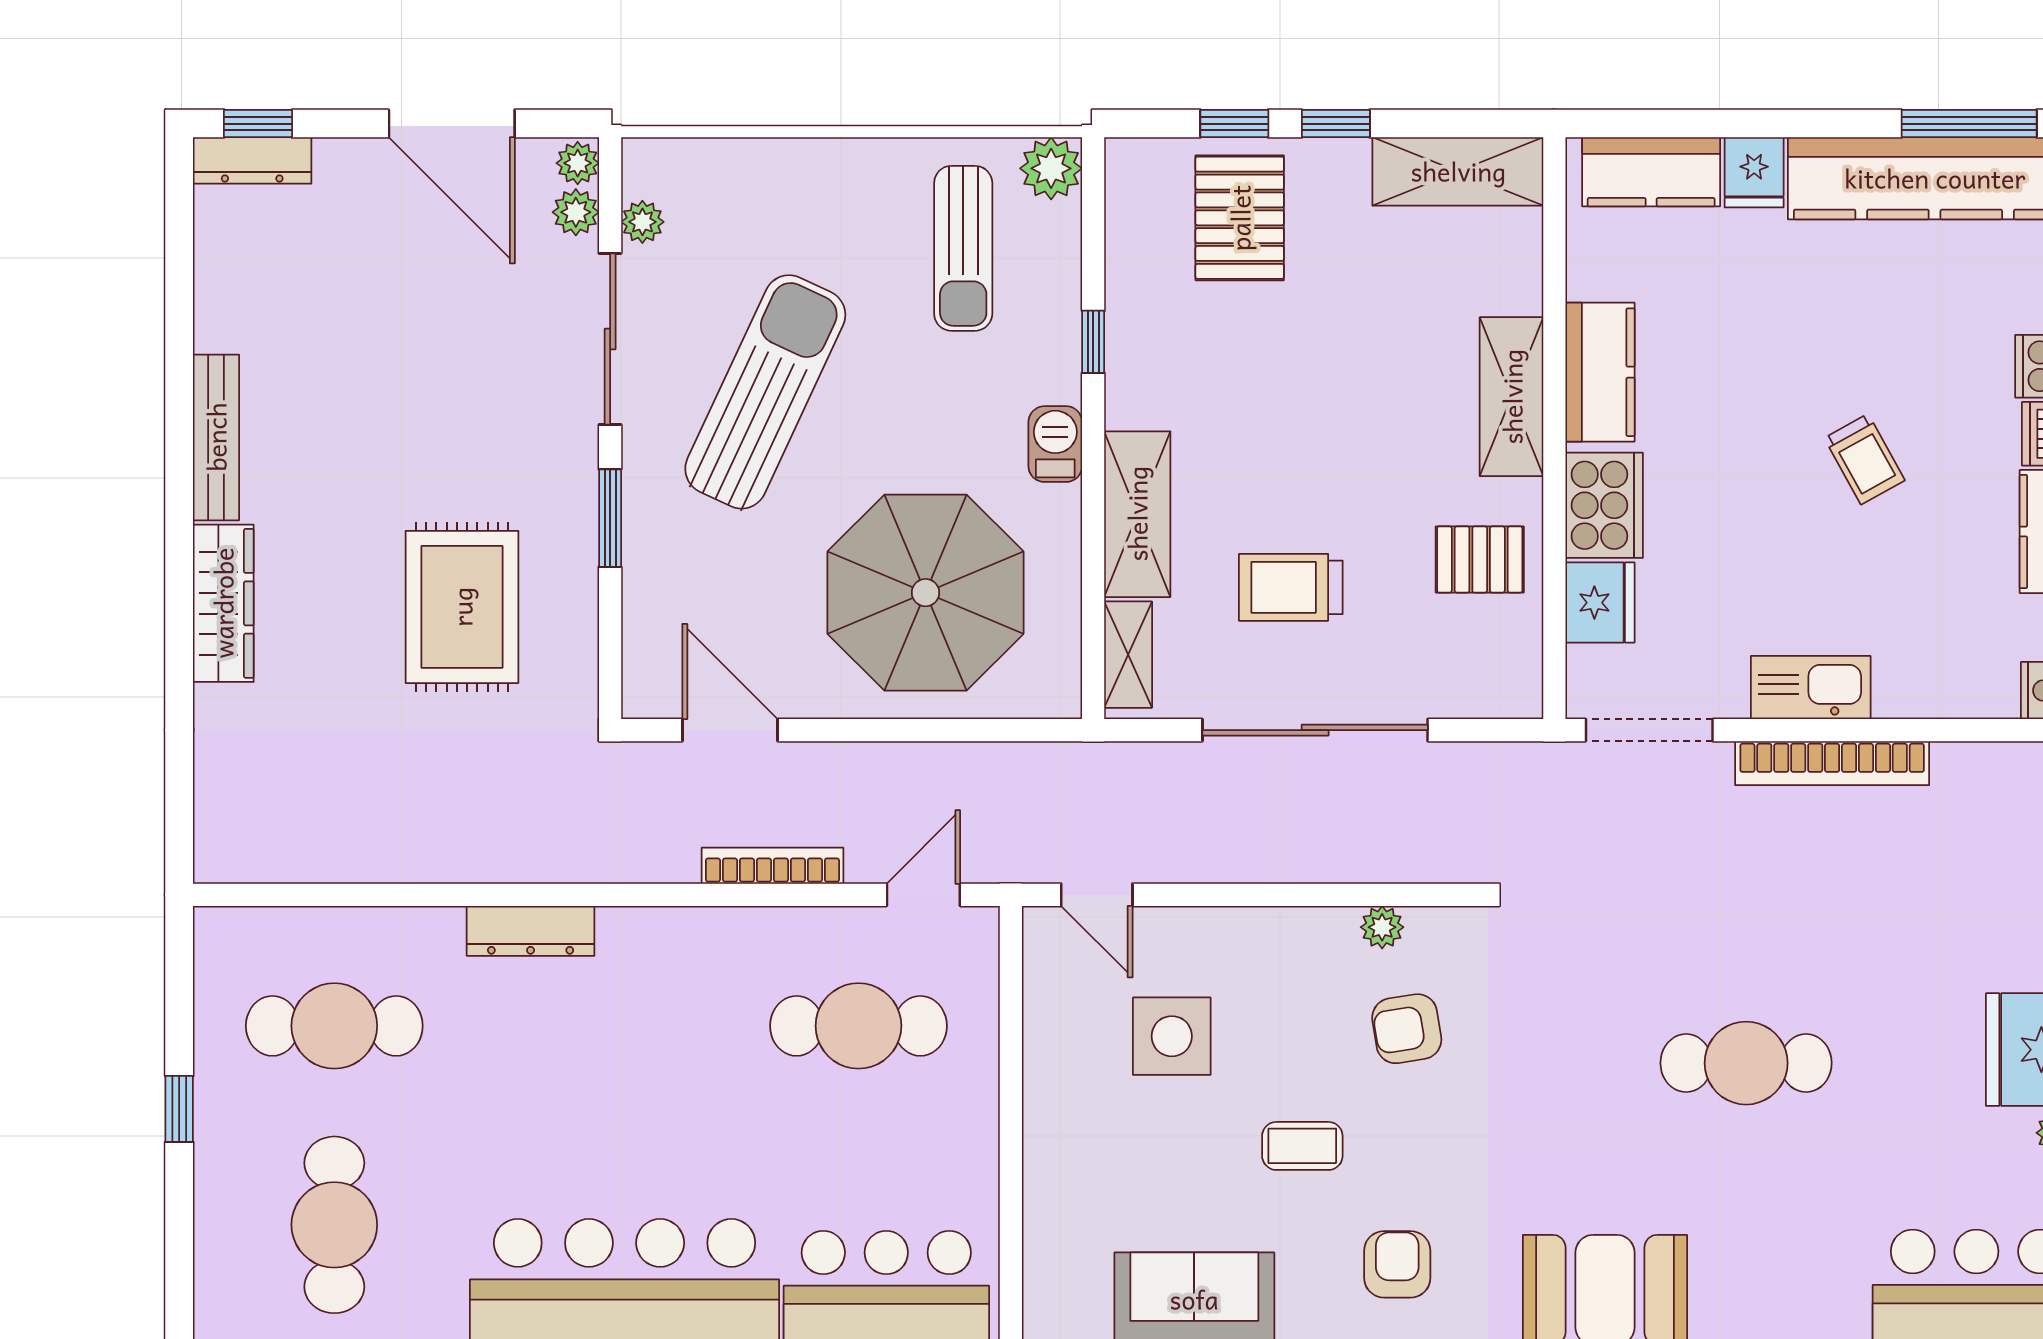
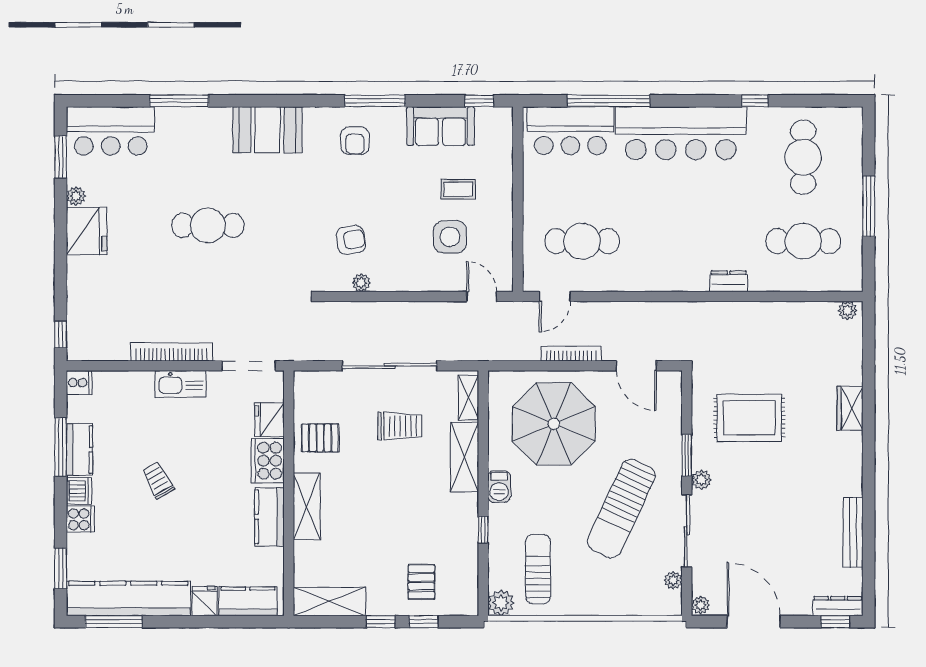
plant: (576, 212) -> (701, 480), moved
pallet: (1240, 218) -> (421, 582), width x0.67, depth x0.71
bench: (216, 437) -> (853, 532), moved
wardrobe: (223, 603) -> (850, 408), width x0.67
rug: (462, 607) -> (749, 418), turned 90
plant: (229, 861) -> (848, 310), added
bookcase: (772, 866) -> (571, 354), moved, turned 180
dresser: (531, 931) -> (729, 281), width x0.70
window: (179, 1109) -> (869, 206), width x2.17
coffee table: (1302, 1146) -> (458, 189), moved

